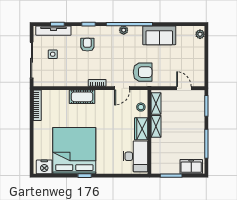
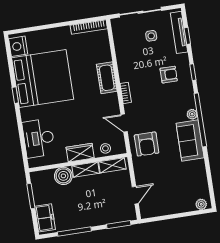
sofa: (159, 35) -> (190, 141), moved
boiler: (158, 146) -> (63, 176), added
desk: (135, 156) -> (39, 138), moved, turned 90

